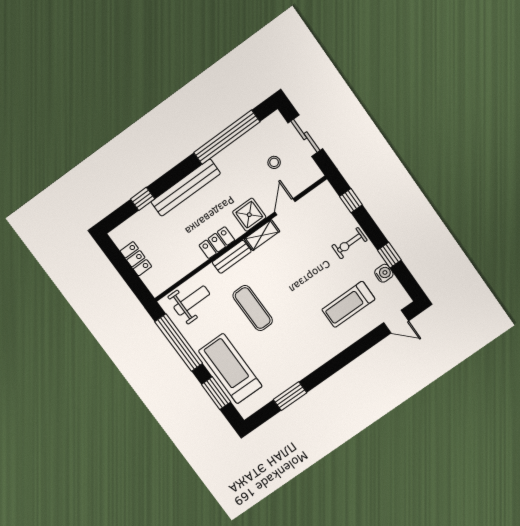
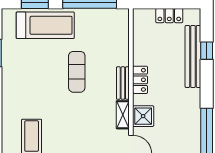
bench: (186, 188) -> (193, 56), moved
weight bench: (192, 301) -> (112, 33), removed
exercise mat: (253, 308) -> (77, 72), turned 90

